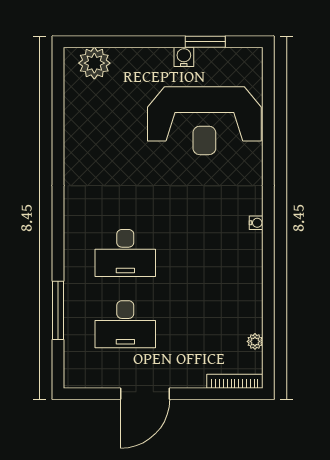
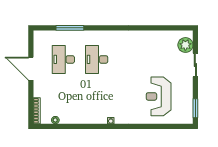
sliding door: (137, 42) -> (195, 65), added
window: (205, 42) -> (195, 108), moved
water cooler: (184, 57) -> (188, 87), removed
reception desk: (204, 121) -> (159, 96), width x0.74, depth x0.77

